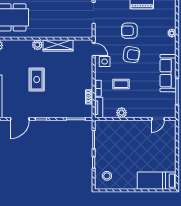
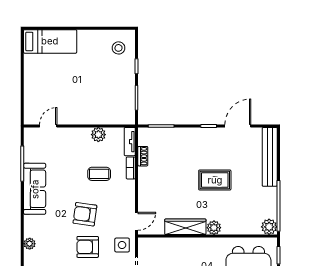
armchair: (129, 31) -> (88, 247), turned 180
door: (94, 49) -> (137, 221), swing flipped
side table: (105, 62) -> (122, 245), moved
rug: (37, 80) -> (215, 180), turned 90

